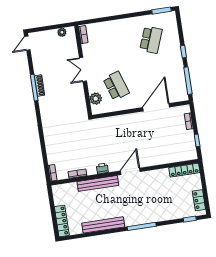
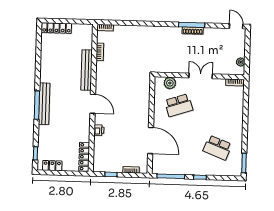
printer: (102, 169) -> (99, 130), moved
bench: (103, 225) -> (44, 104), moved

